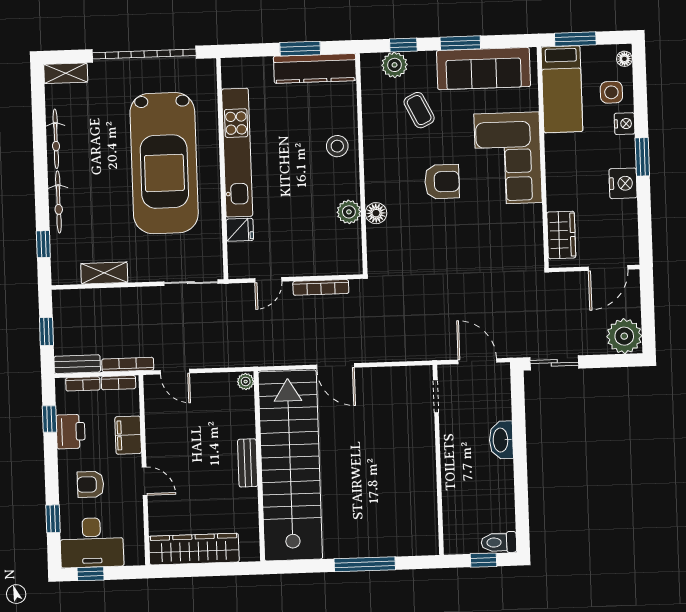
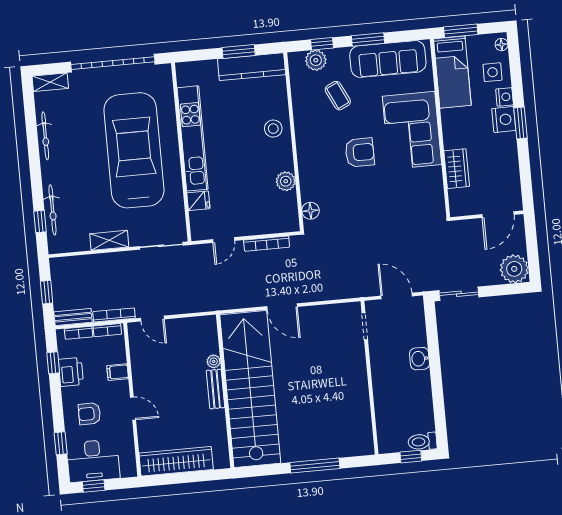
car: (164, 163) -> (134, 150), turned 180
nightstand: (623, 183) -> (504, 119), moved
bicycle: (58, 202) -> (52, 210), moved
floor lamp: (376, 213) -> (310, 211), moved
wardrobe: (561, 235) -> (457, 169), moved
shelving: (104, 273) -> (109, 240), moved
plant: (246, 382) -> (214, 361), moved
filing cabinet: (128, 435) -> (118, 372), width x0.50
washbasin: (501, 440) -> (420, 359), width x0.72

